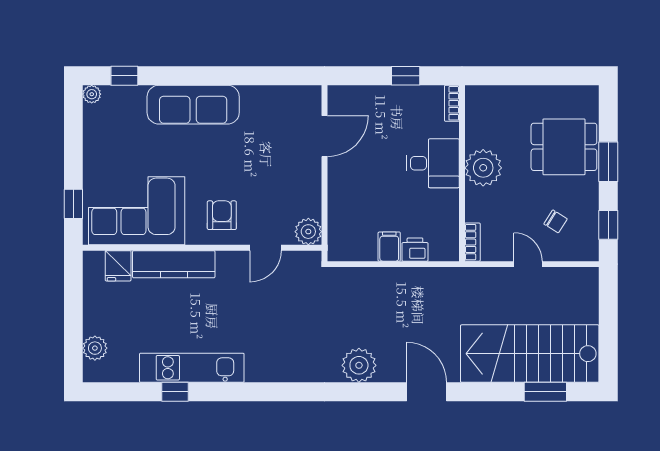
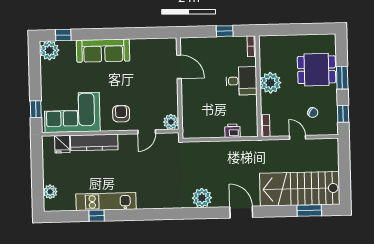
plant: (92, 94) -> (49, 50), width x1.88, depth x1.88
door: (325, 136) -> (179, 67), hinge flipped
filing cabinet: (389, 247) -> (218, 129), removed

